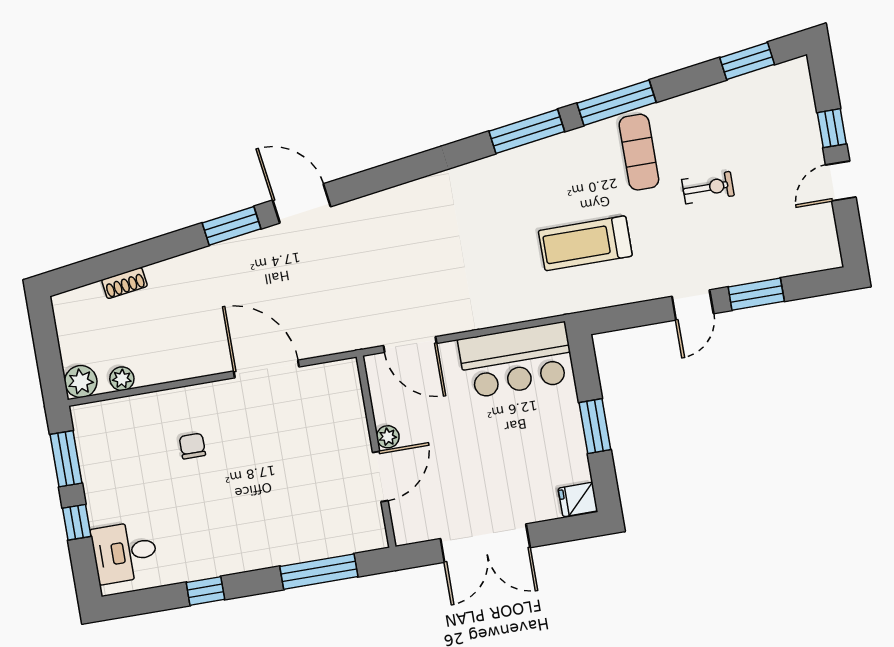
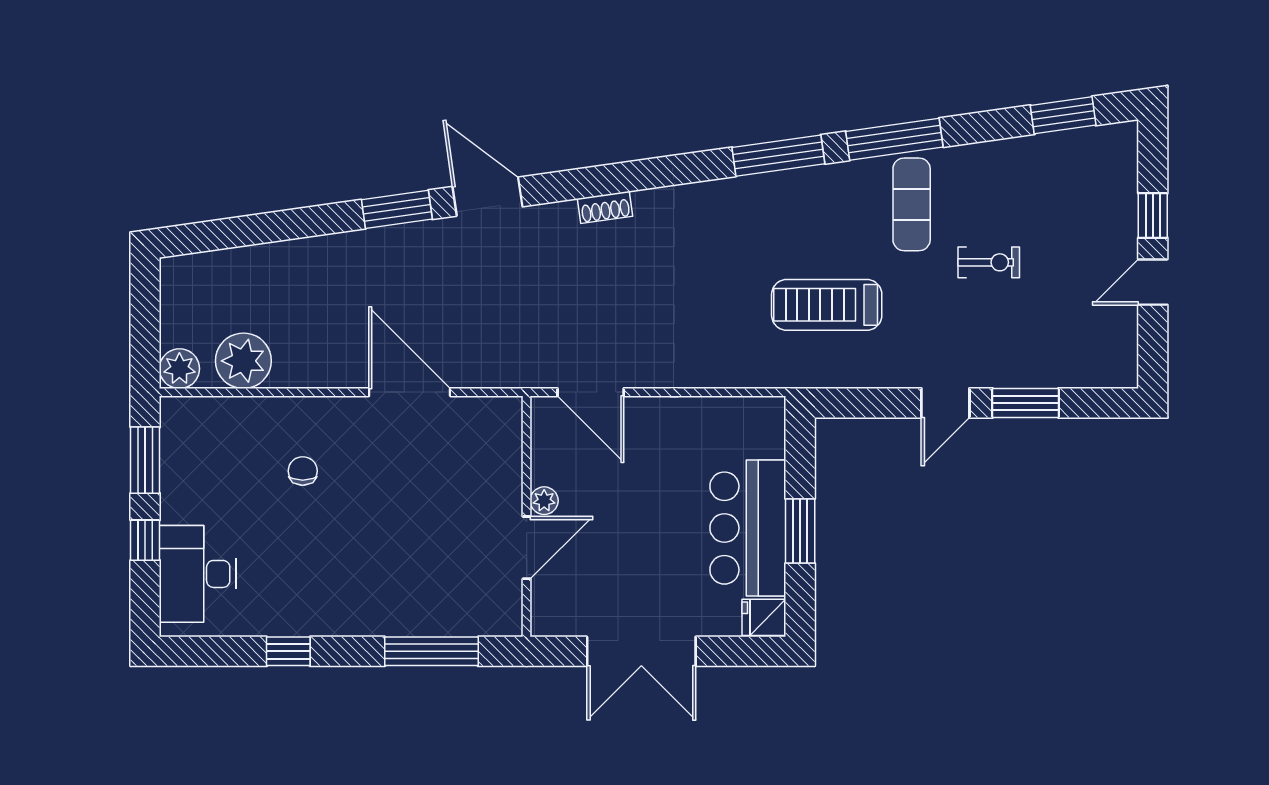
shoe rack: (125, 283) -> (605, 207), moved
bar counter: (516, 360) -> (748, 528), moved, turned 90
plant: (122, 379) -> (243, 361), width x1.88, depth x1.88
desk: (125, 552) -> (198, 574), width x1.37

